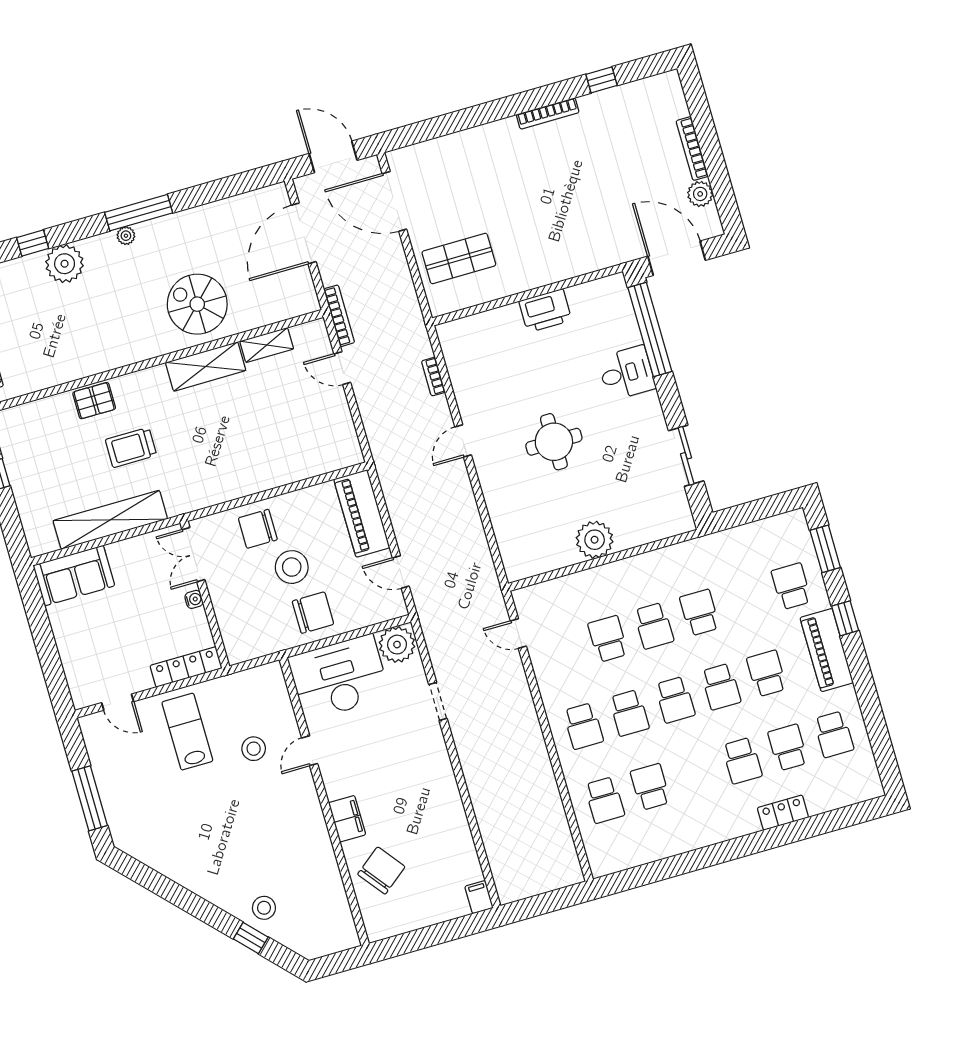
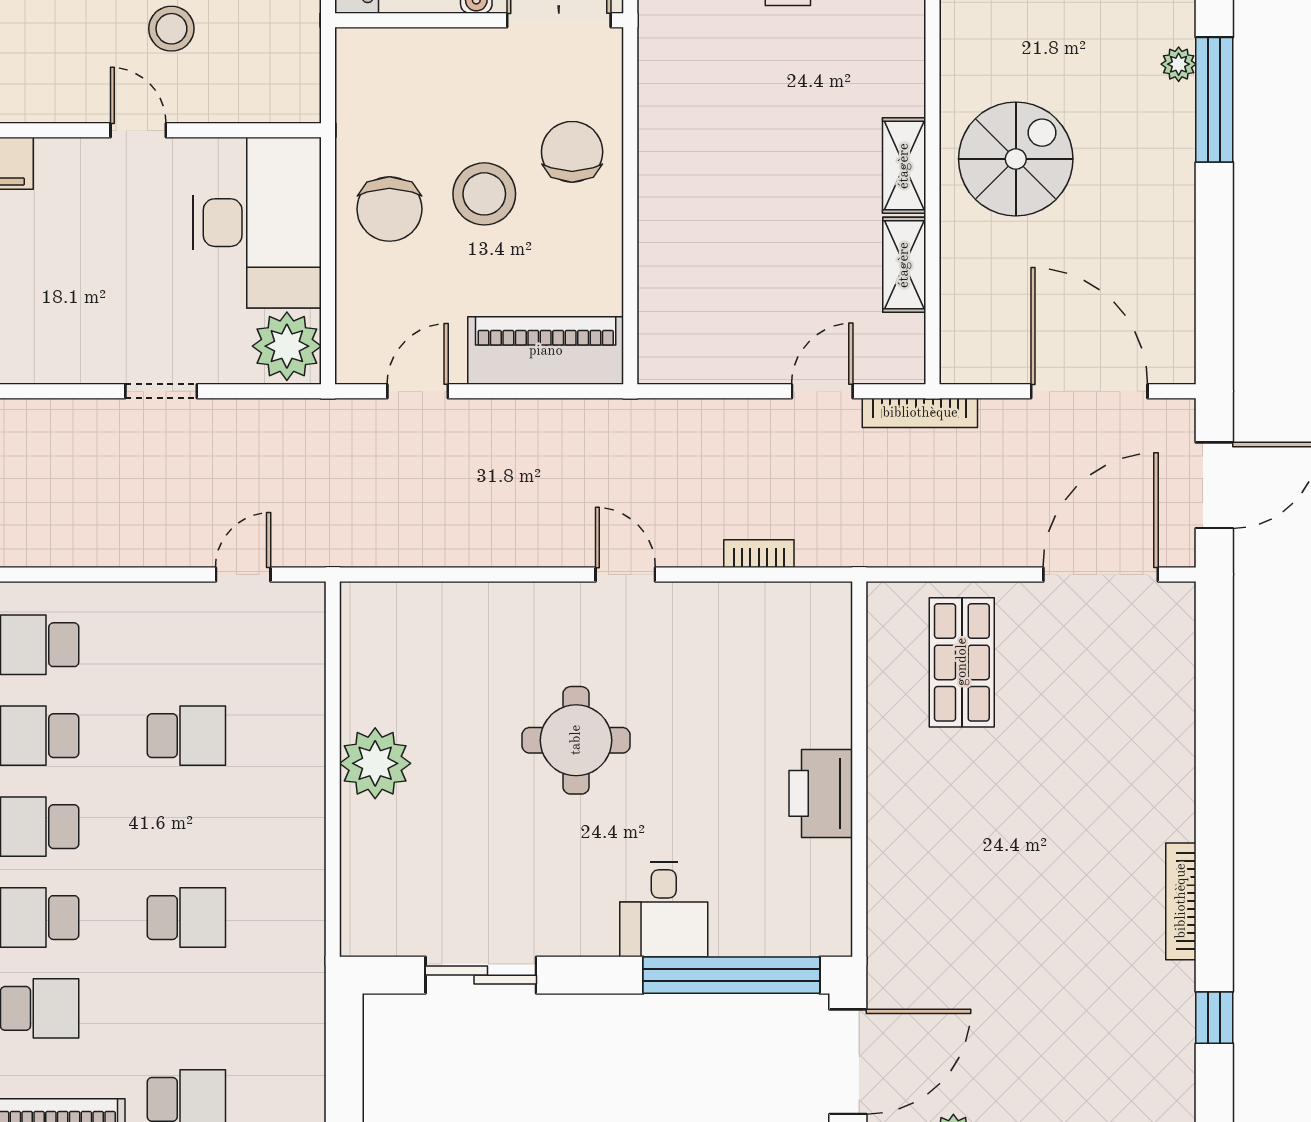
shelving: (206, 366) -> (904, 166), width x0.67, depth x0.75
school desk: (654, 626) -> (186, 827), removed

